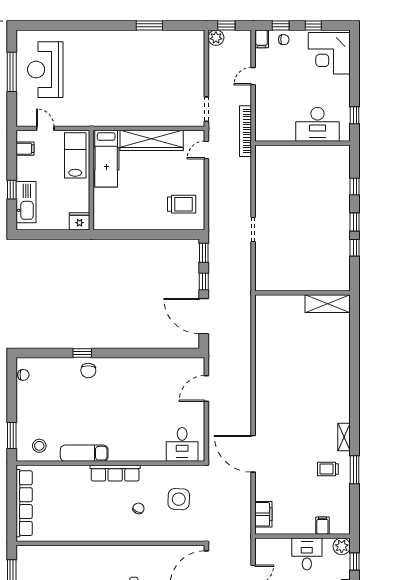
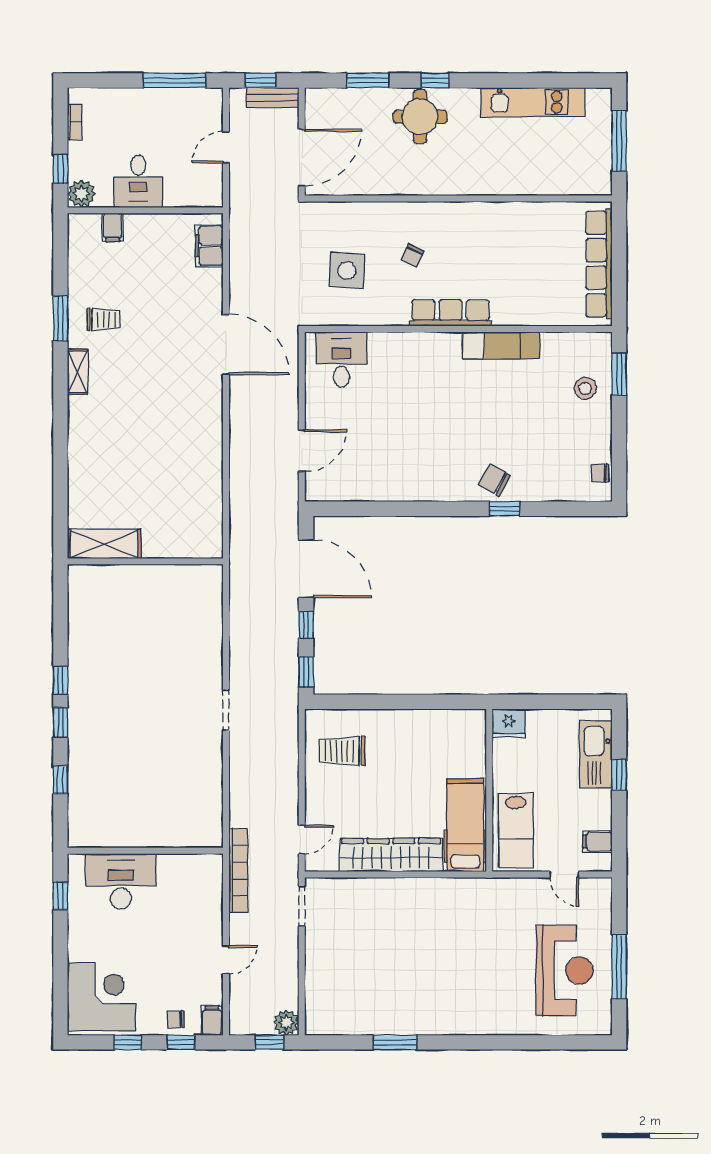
wall: (302, 293) -> (145, 561), moved
shelving: (328, 304) -> (104, 544), moved
chair: (88, 371) -> (494, 480), turned -63
stool: (39, 446) -> (585, 388), moved

